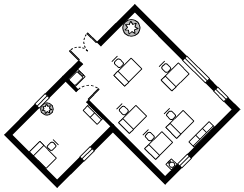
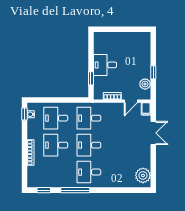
desk: (124, 68) -> (89, 145), moved
plant: (47, 109) -> (145, 84), moved
desk: (47, 151) -> (105, 65), moved, turned -90
window: (87, 154) -> (91, 78), moved
window: (185, 161) -> (25, 114), moved

